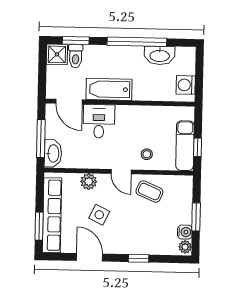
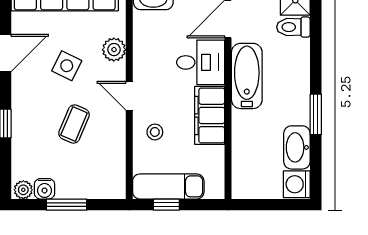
window: (76, 41) -> (316, 27), removed
window: (137, 42) -> (316, 114), width x0.47
washing machine: (186, 85) -> (297, 184), moved, turned -90
filing cabinet: (136, 116) -> (210, 115), added
door: (121, 172) -> (129, 96), hinge flipped
coffee table: (149, 192) -> (74, 124), moved

